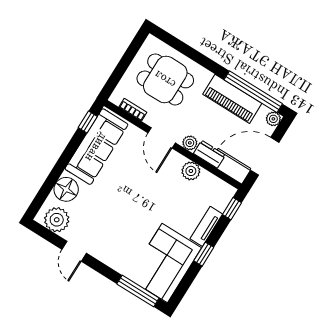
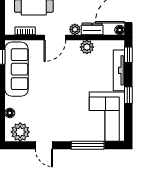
door: (162, 138) -> (55, 37), hinge flipped
floor lamp: (240, 175) -> (120, 30), added
floor lamp: (66, 189) -> (10, 113), width x0.53, depth x0.53
tv unit: (206, 226) -> (119, 70), width x1.41
window: (138, 291) -> (88, 145), moved

